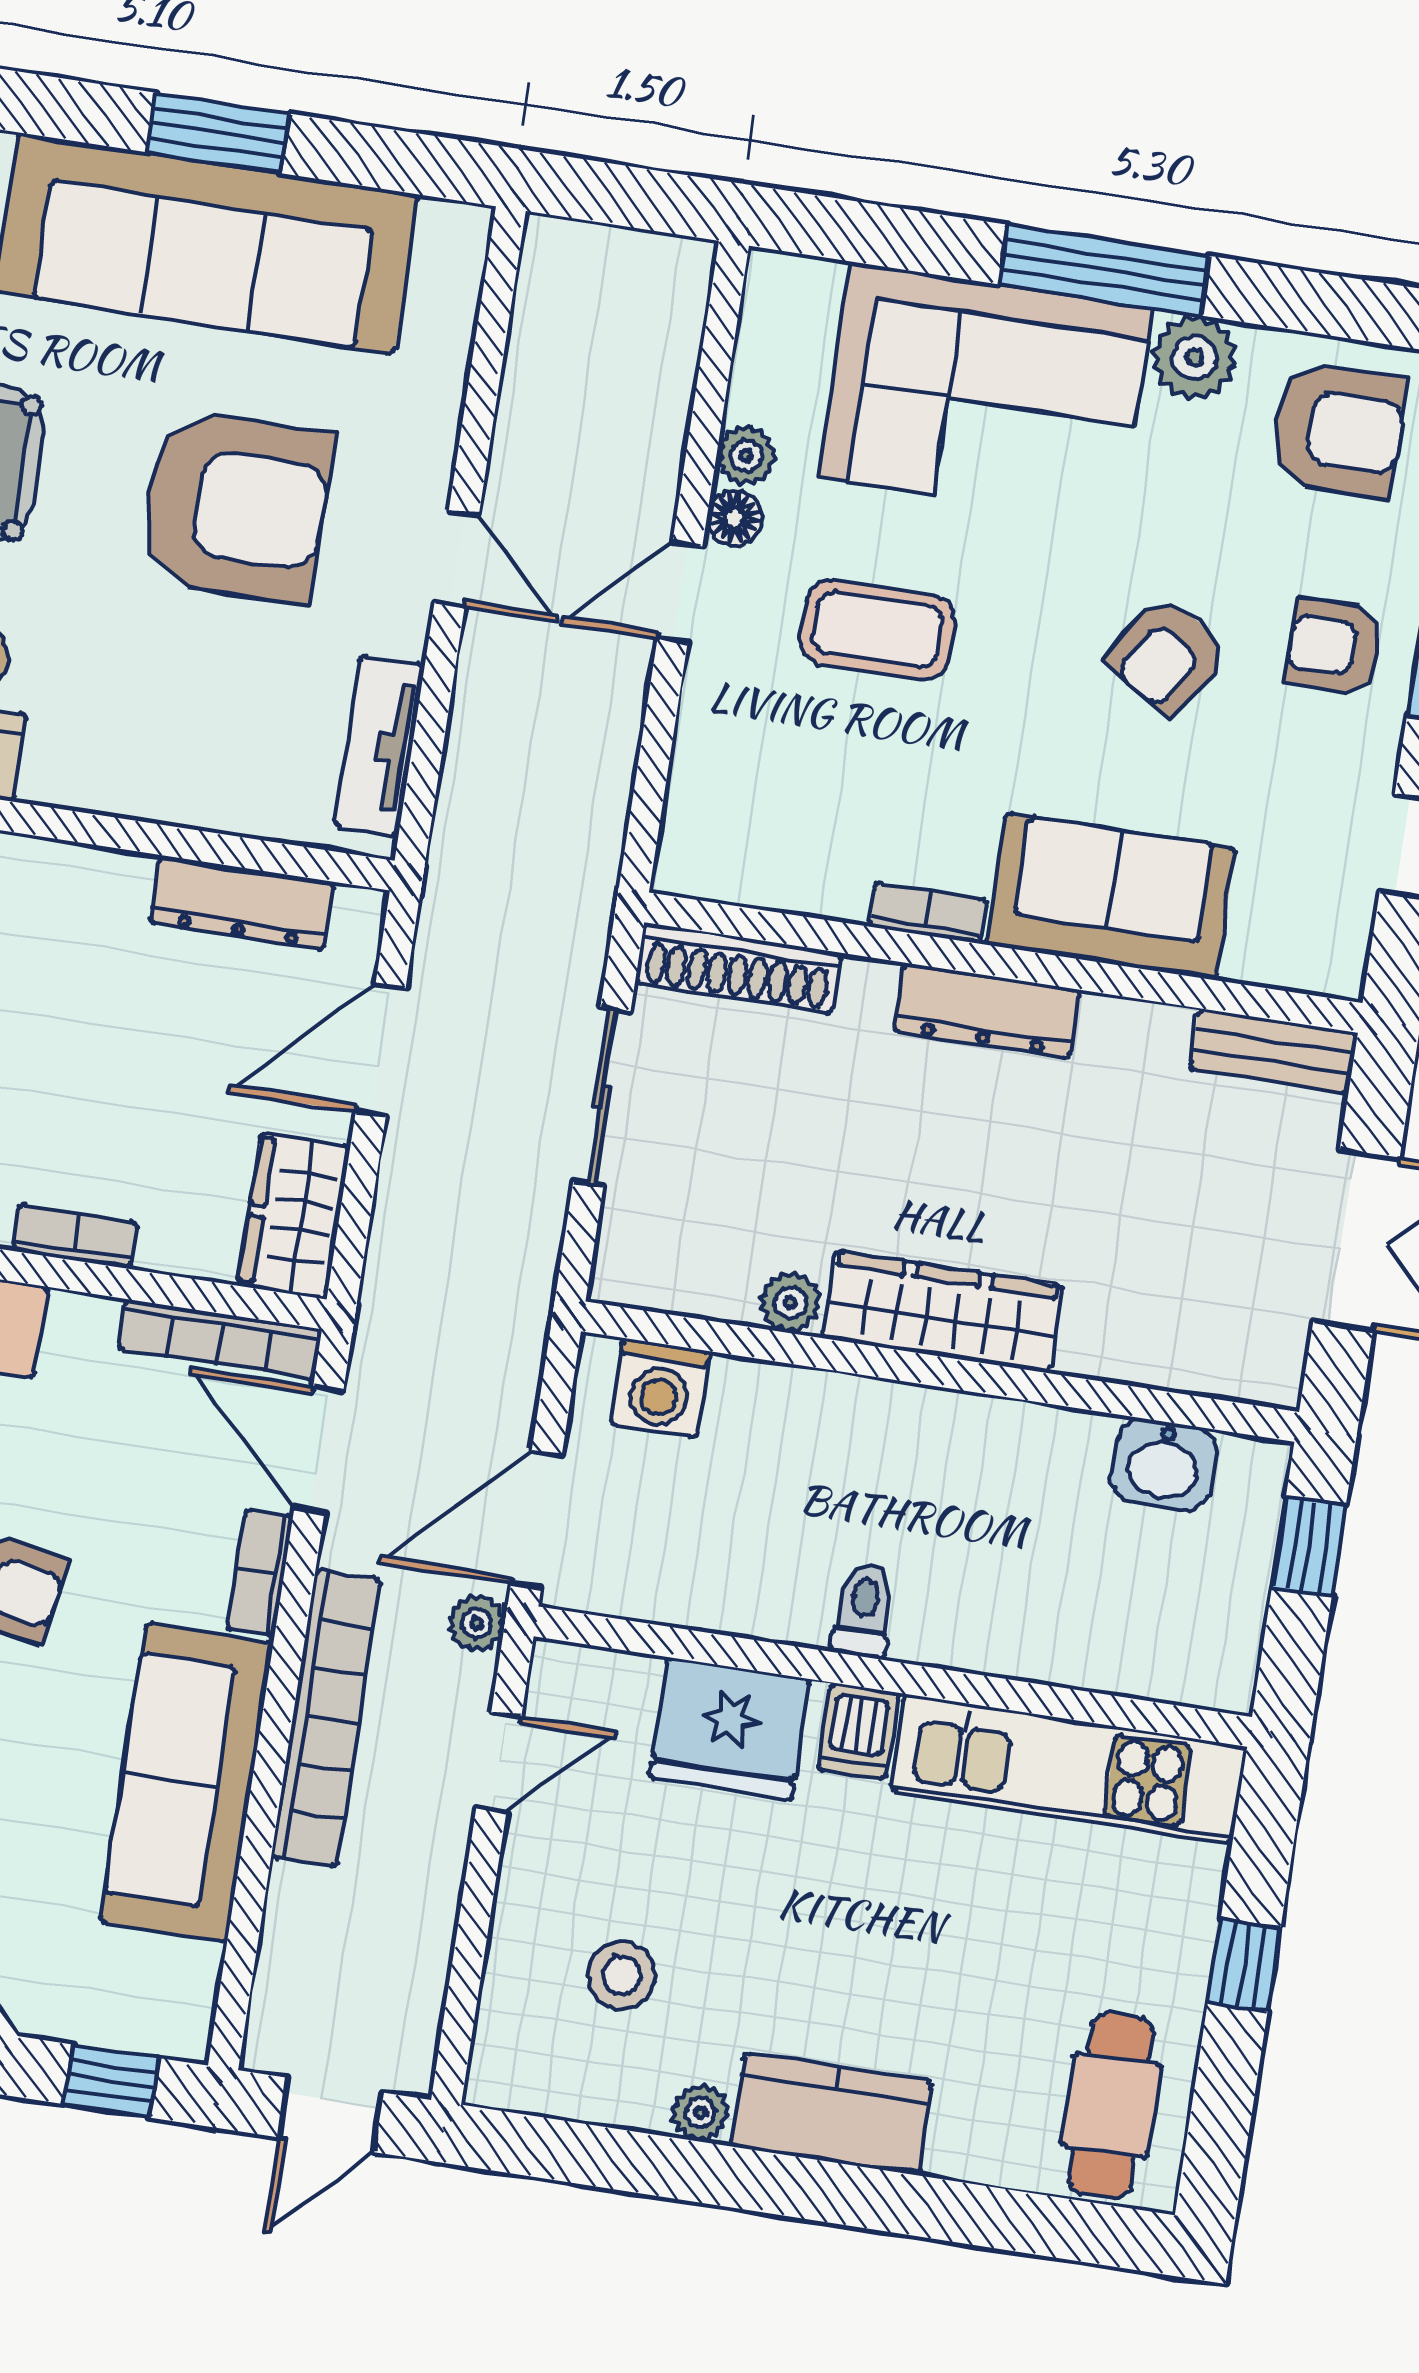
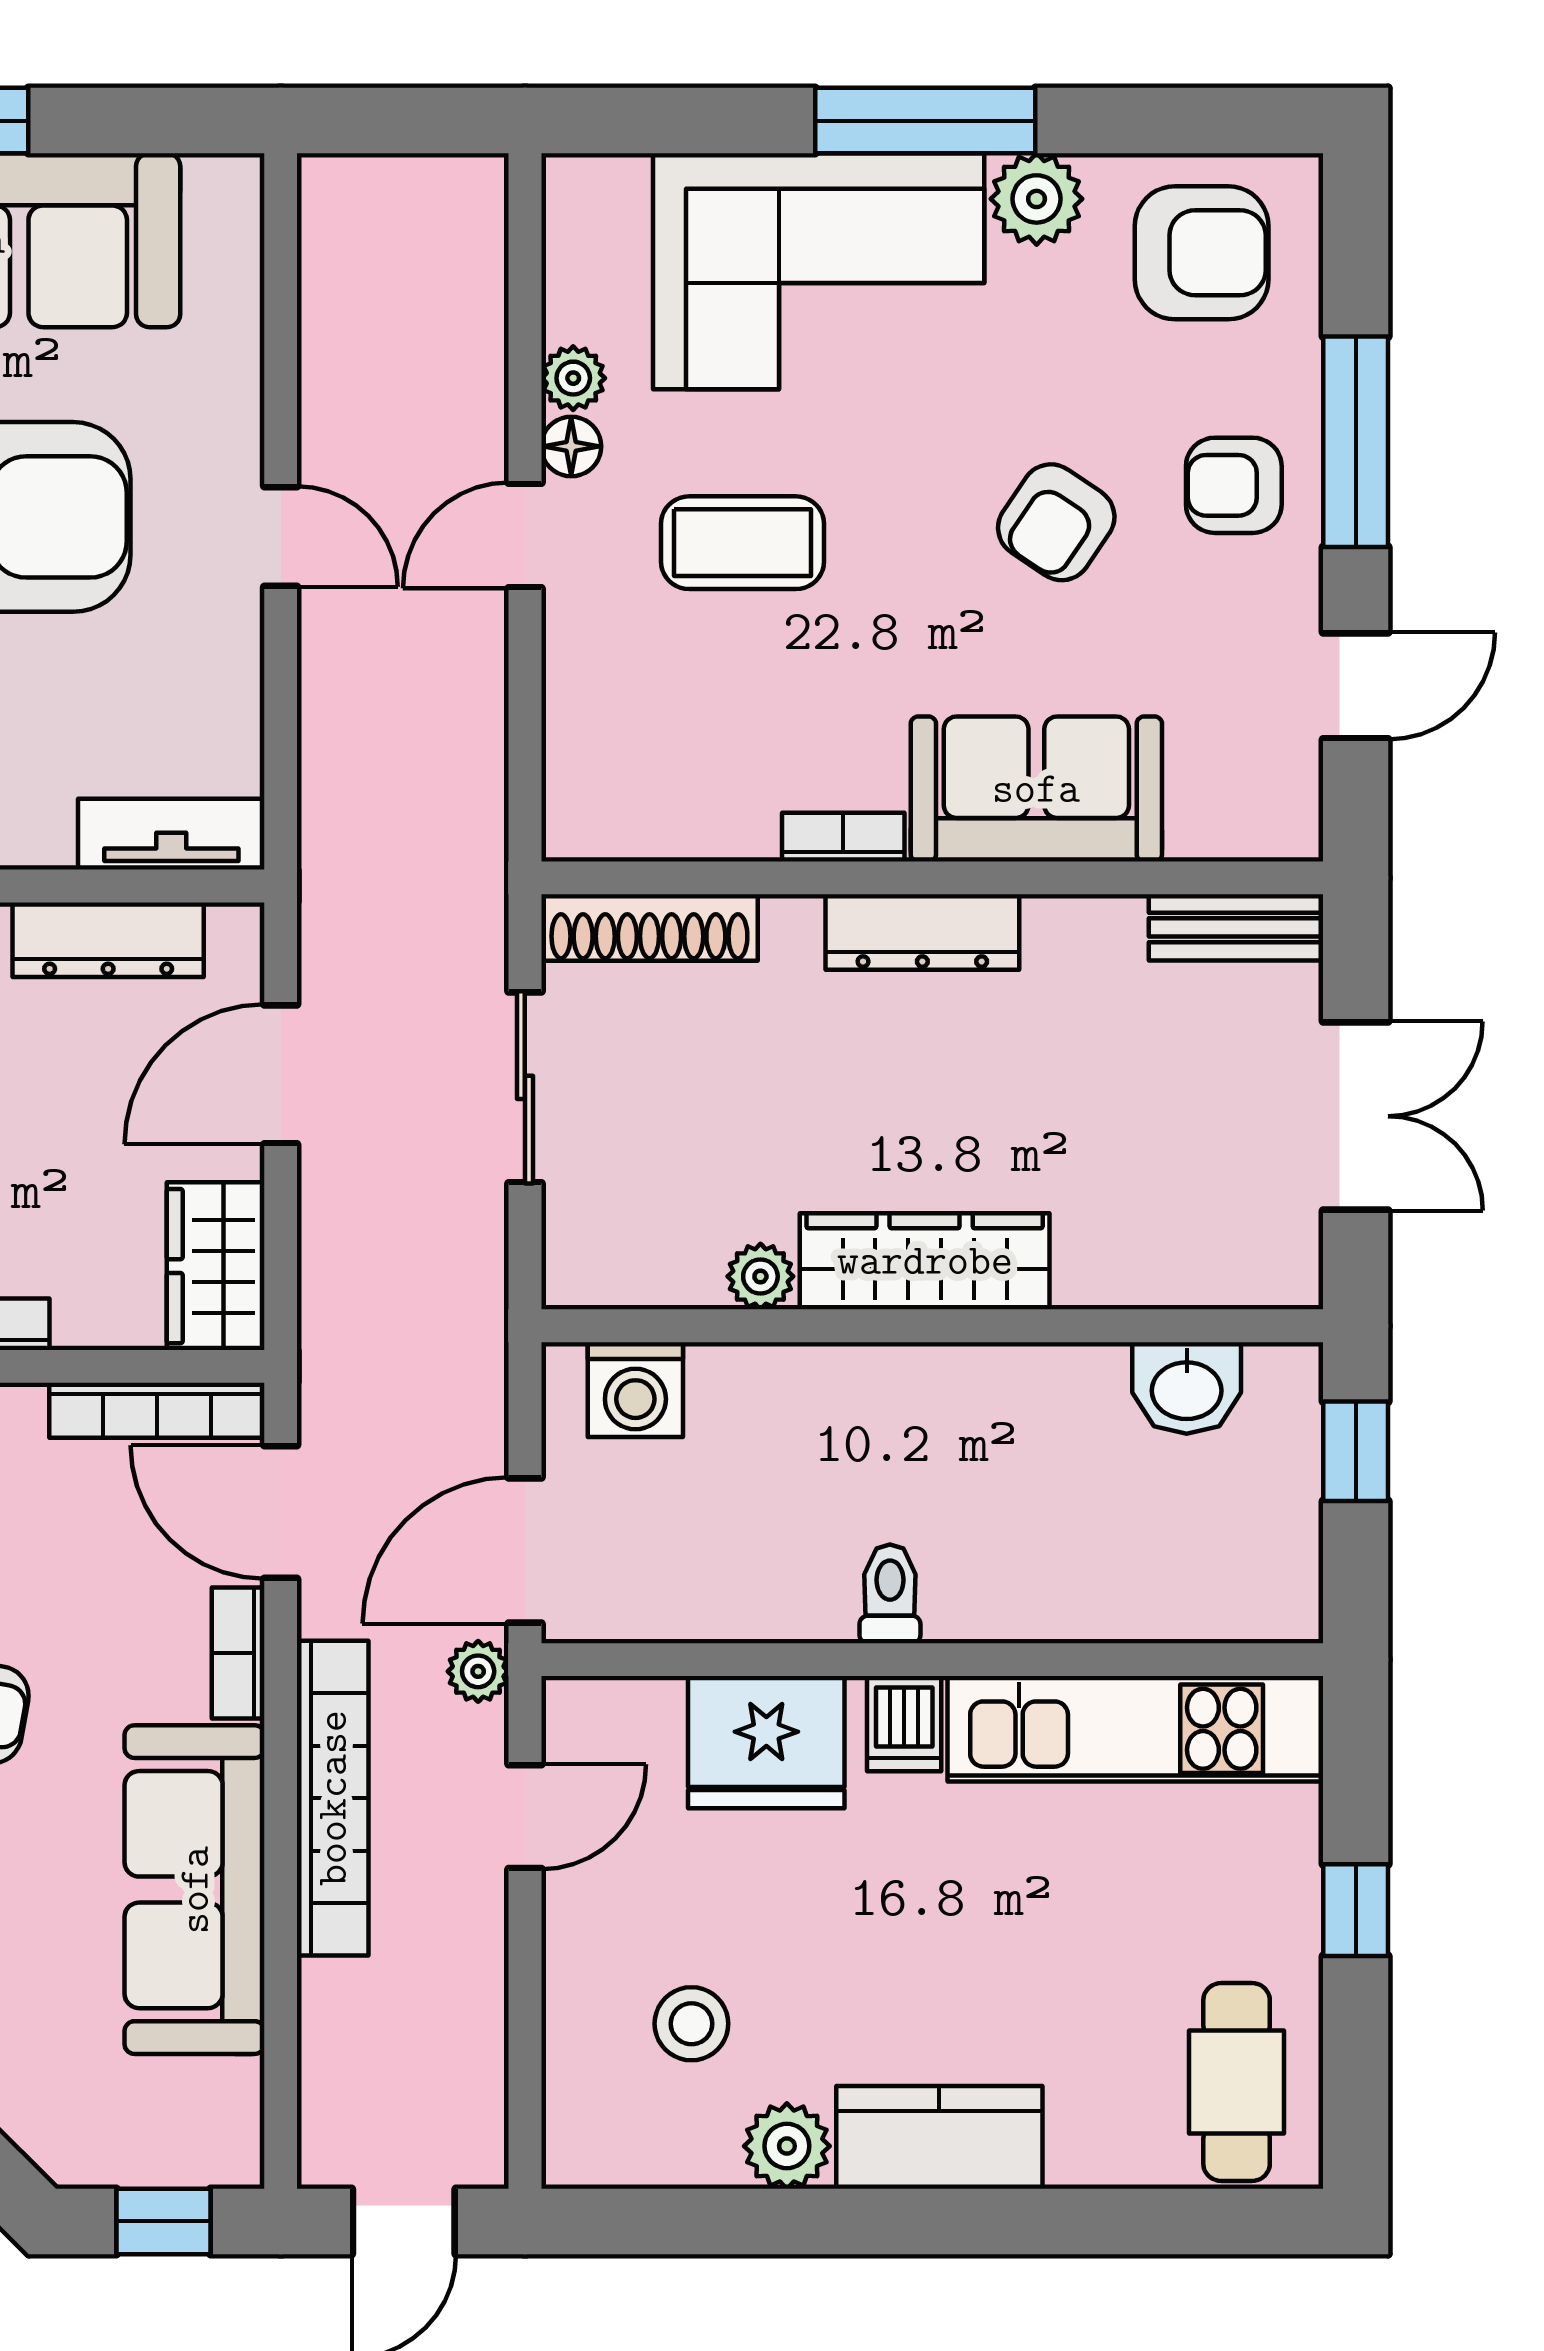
tv unit: (379, 746) -> (171, 834), moved, turned 90
plant: (700, 2113) -> (787, 2146), width x1.38, depth x1.38

